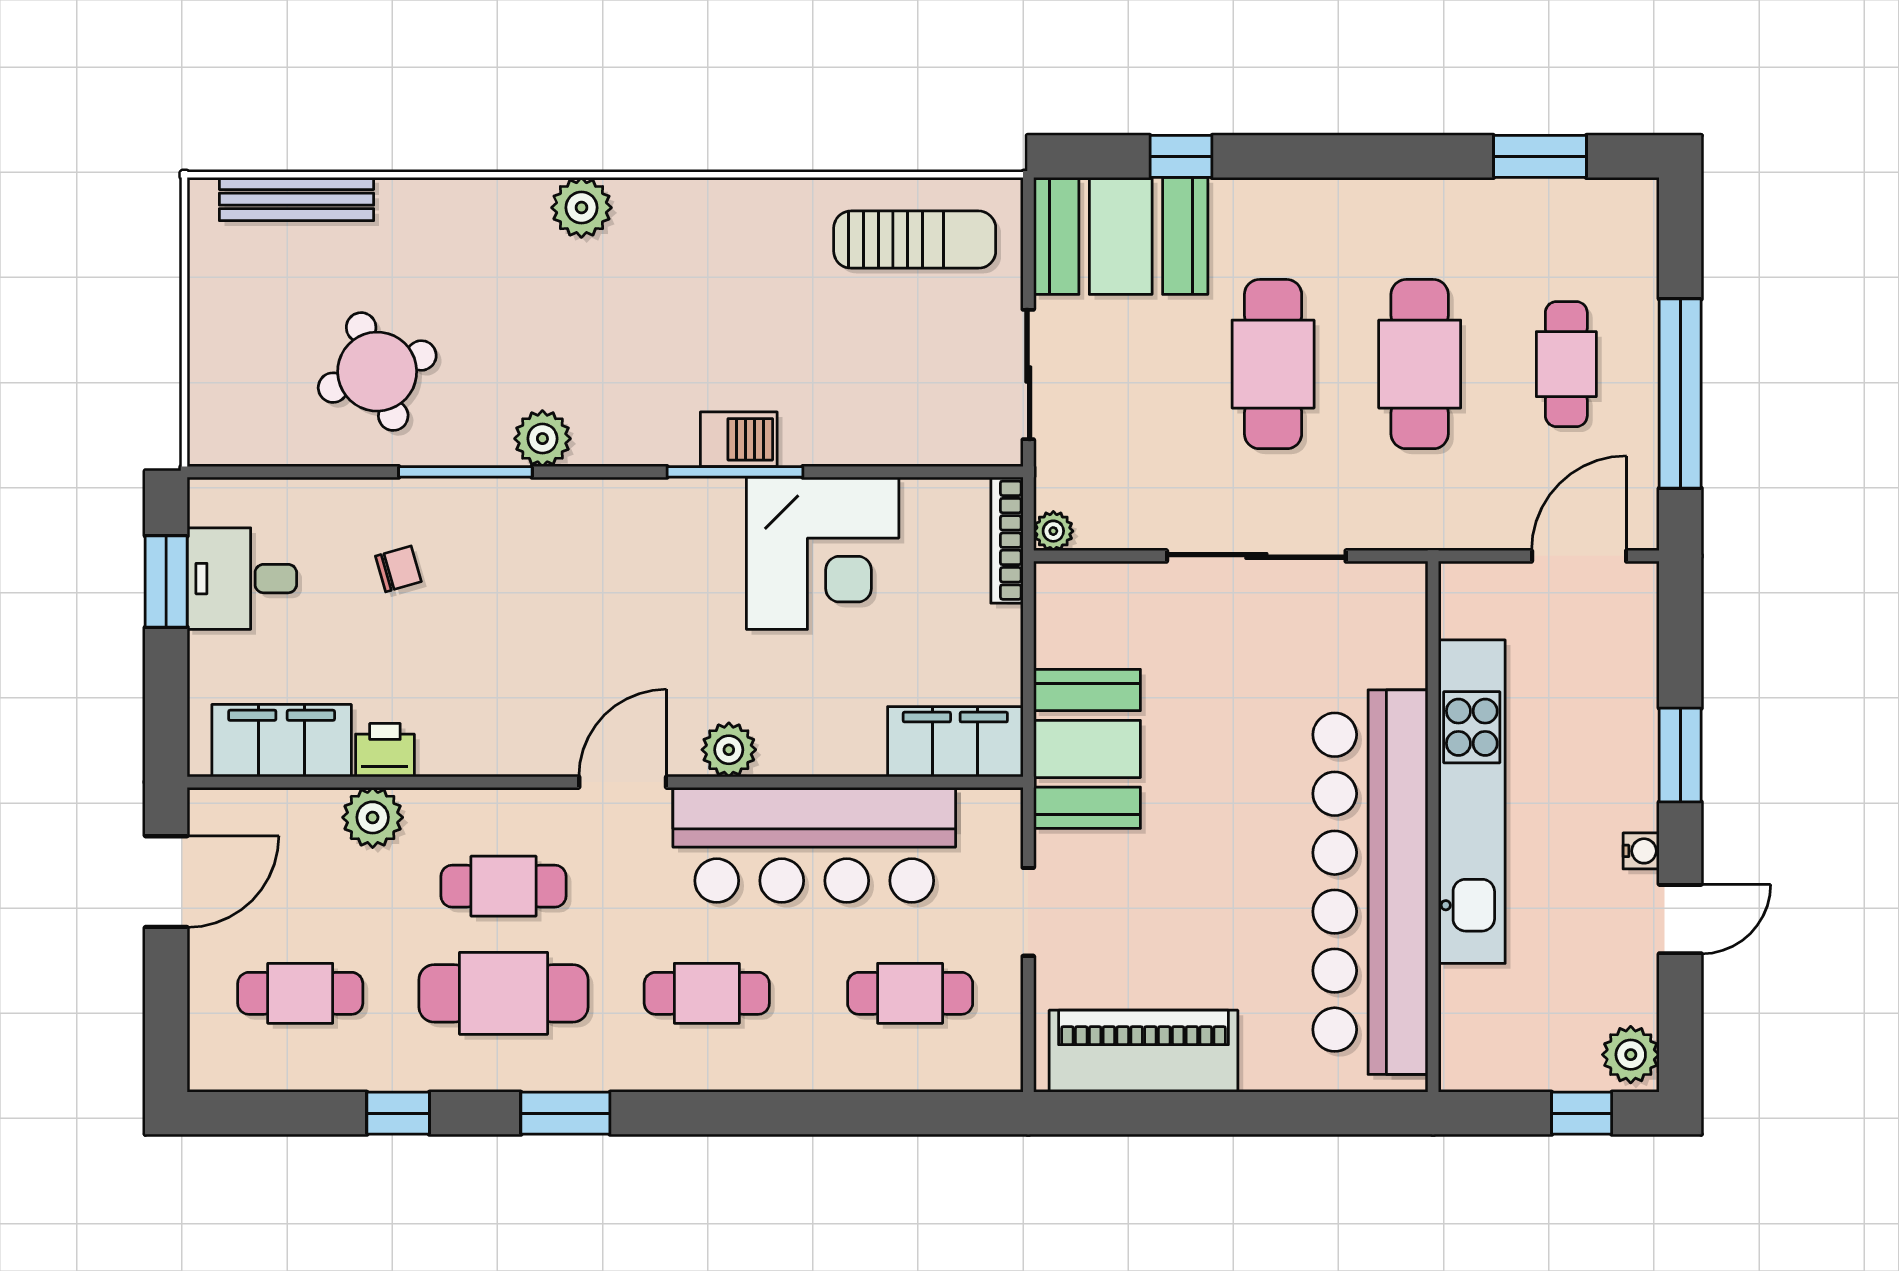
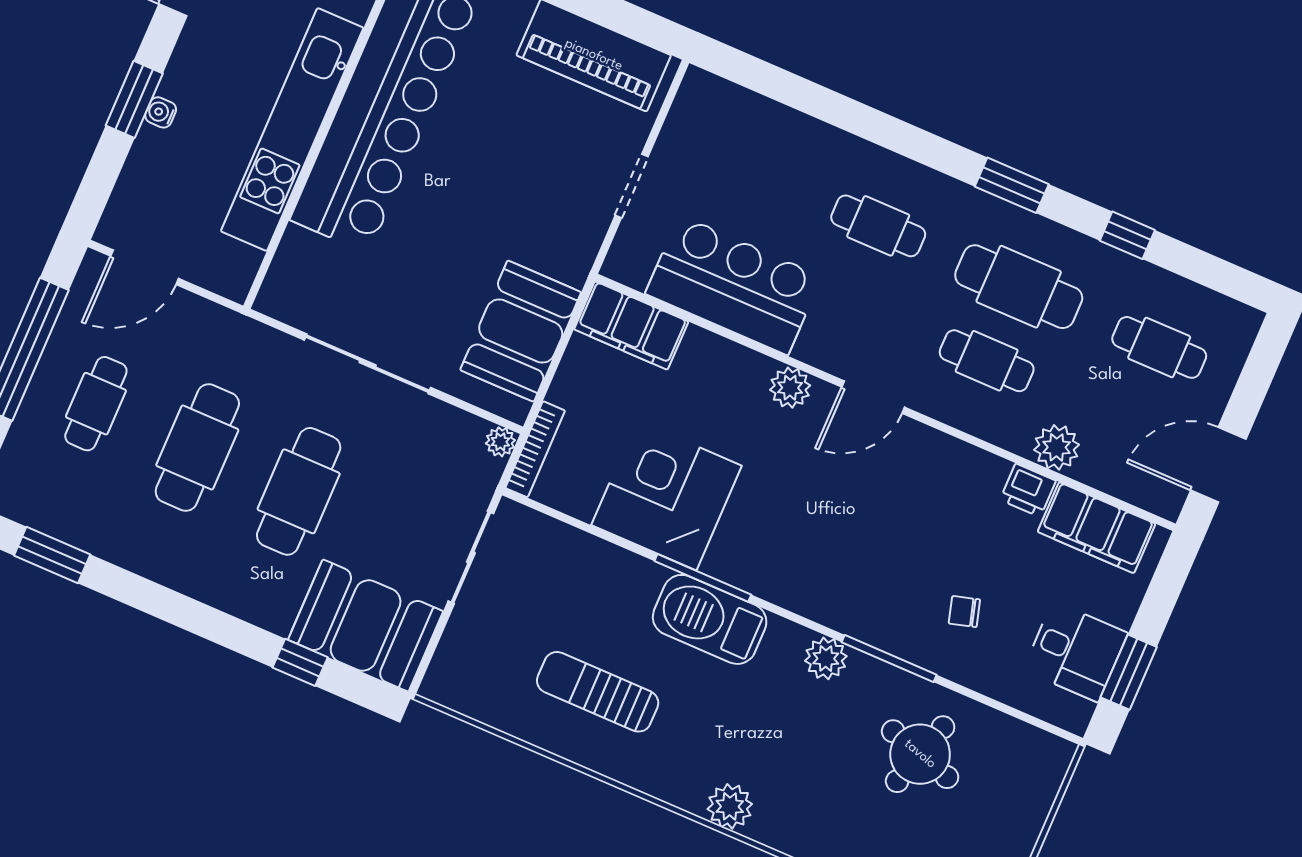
sun lounger: (915, 240) -> (598, 692), moved
round table: (377, 372) -> (920, 754), turned 37
barbecue: (739, 439) -> (710, 619), width x1.88, depth x1.53
booth: (1087, 749) -> (521, 331), moved
bar counter: (814, 845) -> (733, 285), width x0.73
water cooler: (1641, 851) -> (161, 112), moved
cafe table: (910, 993) -> (738, 165), removed

